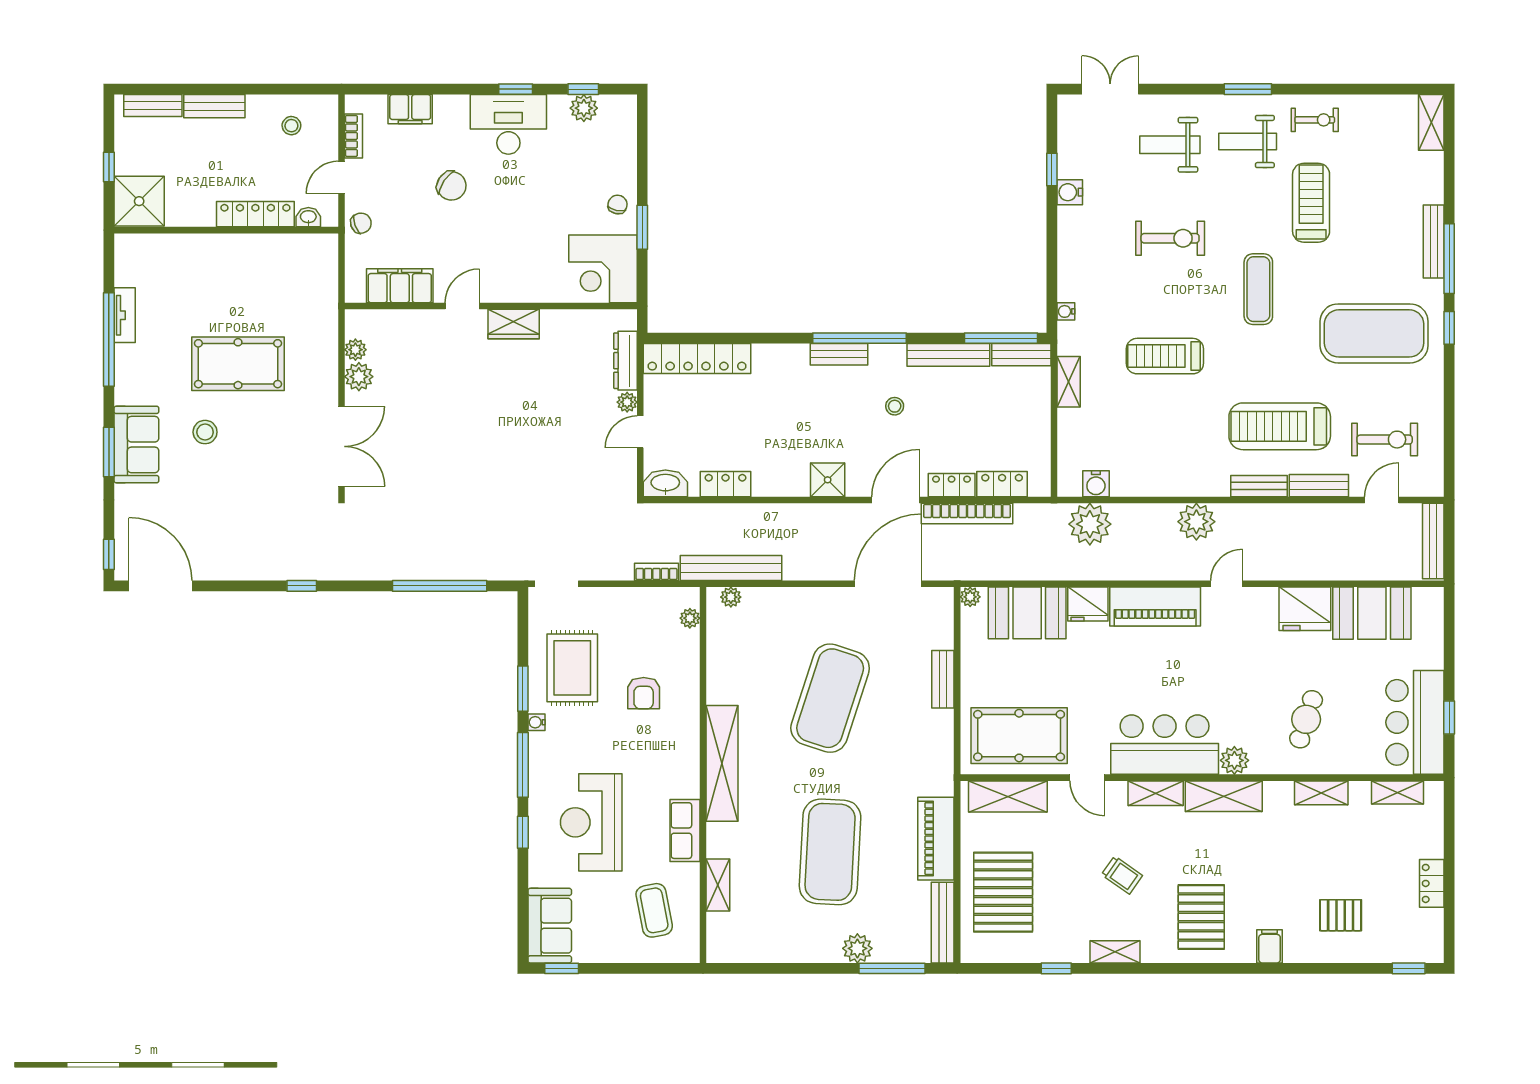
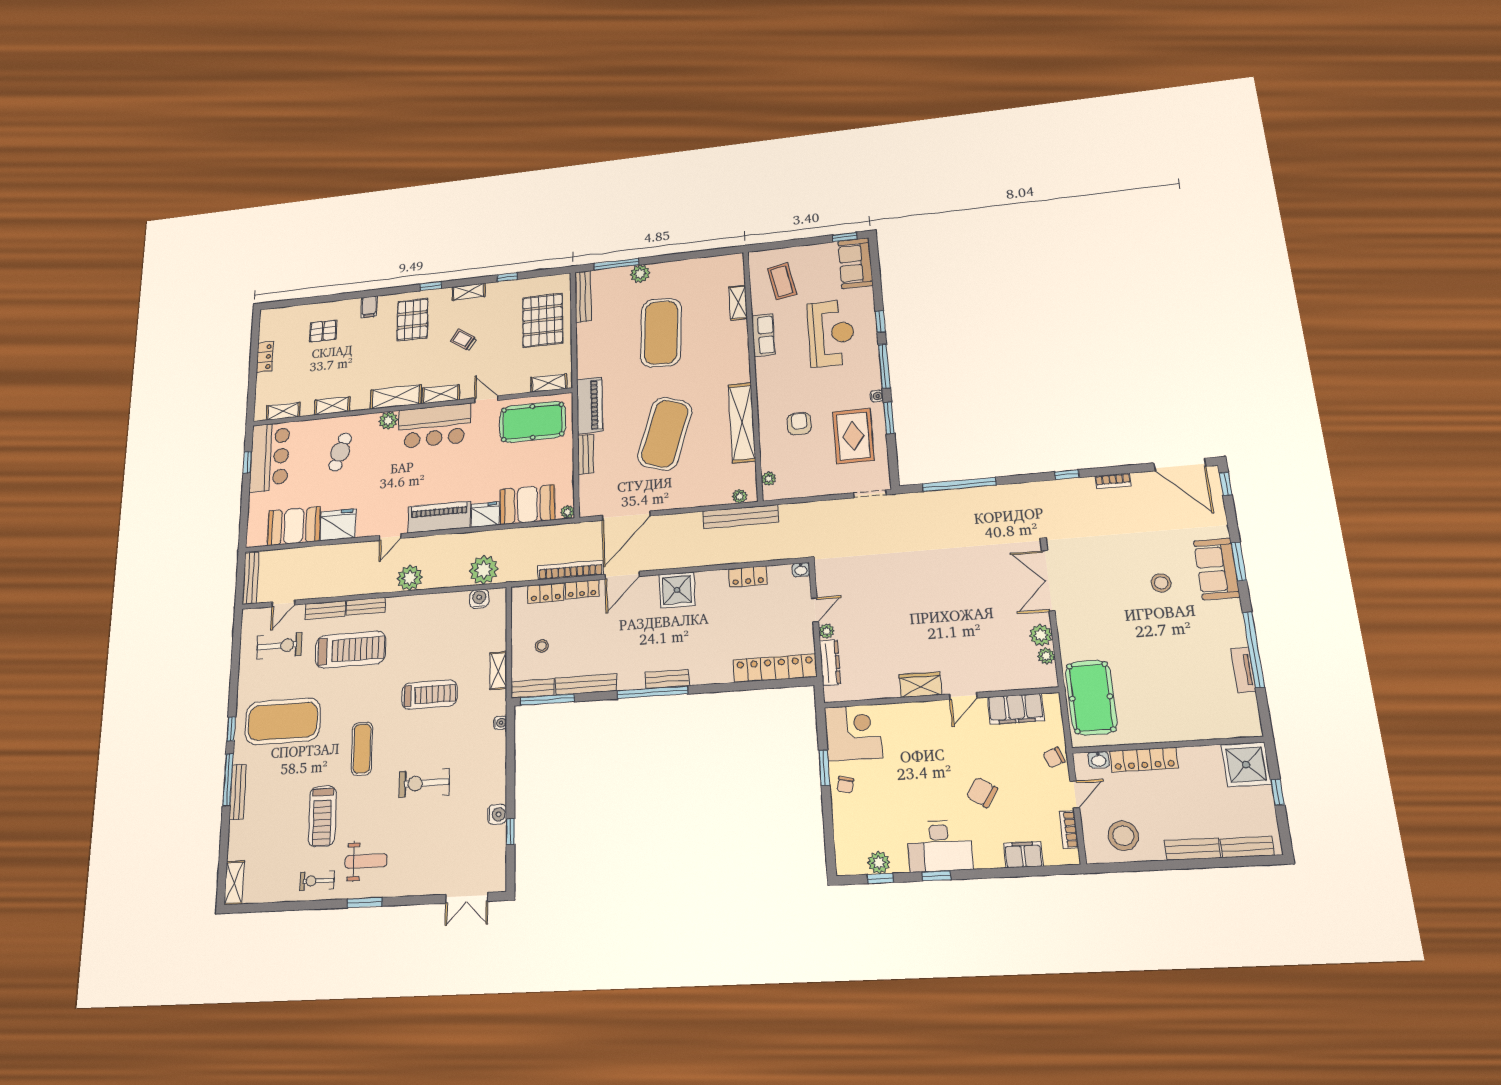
stool: (291, 126) -> (1123, 836), width x1.89, depth x1.89
weight bench: (1170, 145) -> (423, 856), removed
pool table: (238, 364) -> (1091, 698), moved, turned 90
stool: (895, 406) -> (542, 646), moved
exercise bike: (1385, 440) -> (279, 646), turned 180
shower: (828, 480) -> (677, 590), width x1.36, depth x1.36
washbasin: (665, 483) -> (801, 570), width x0.52, depth x0.69
bookcase: (656, 572) -> (1113, 481), moved
shelving: (722, 763) -> (742, 423), moved
shelving: (1008, 796) -> (549, 383), width x0.67, depth x0.75
piano: (936, 839) -> (590, 405), moved
window: (1409, 968) -> (431, 286), moved

